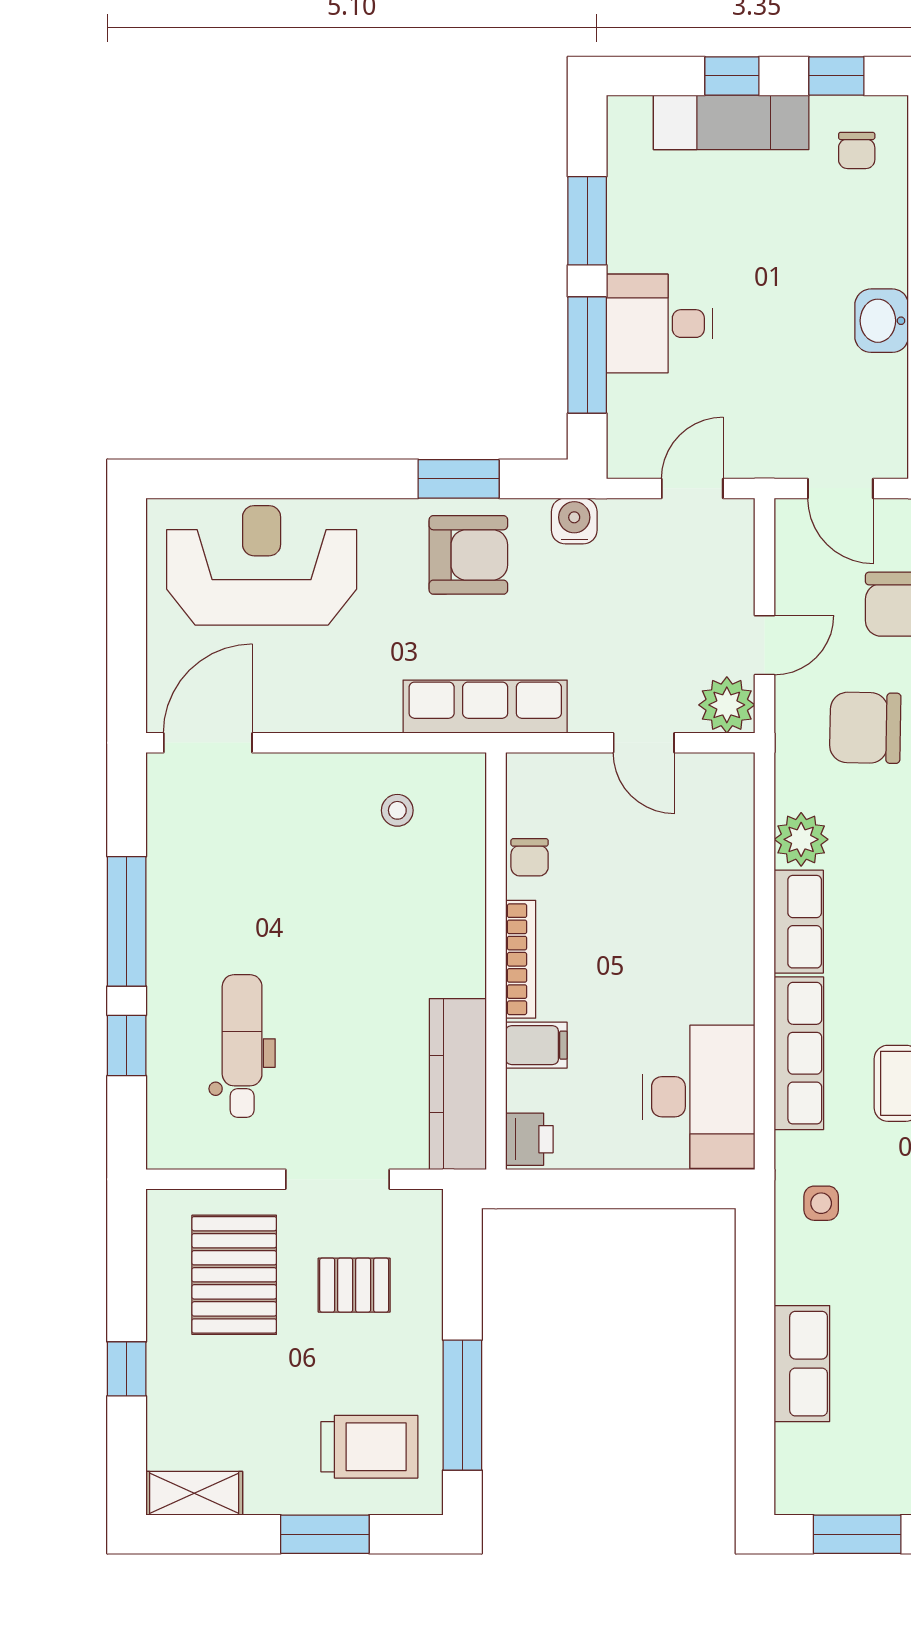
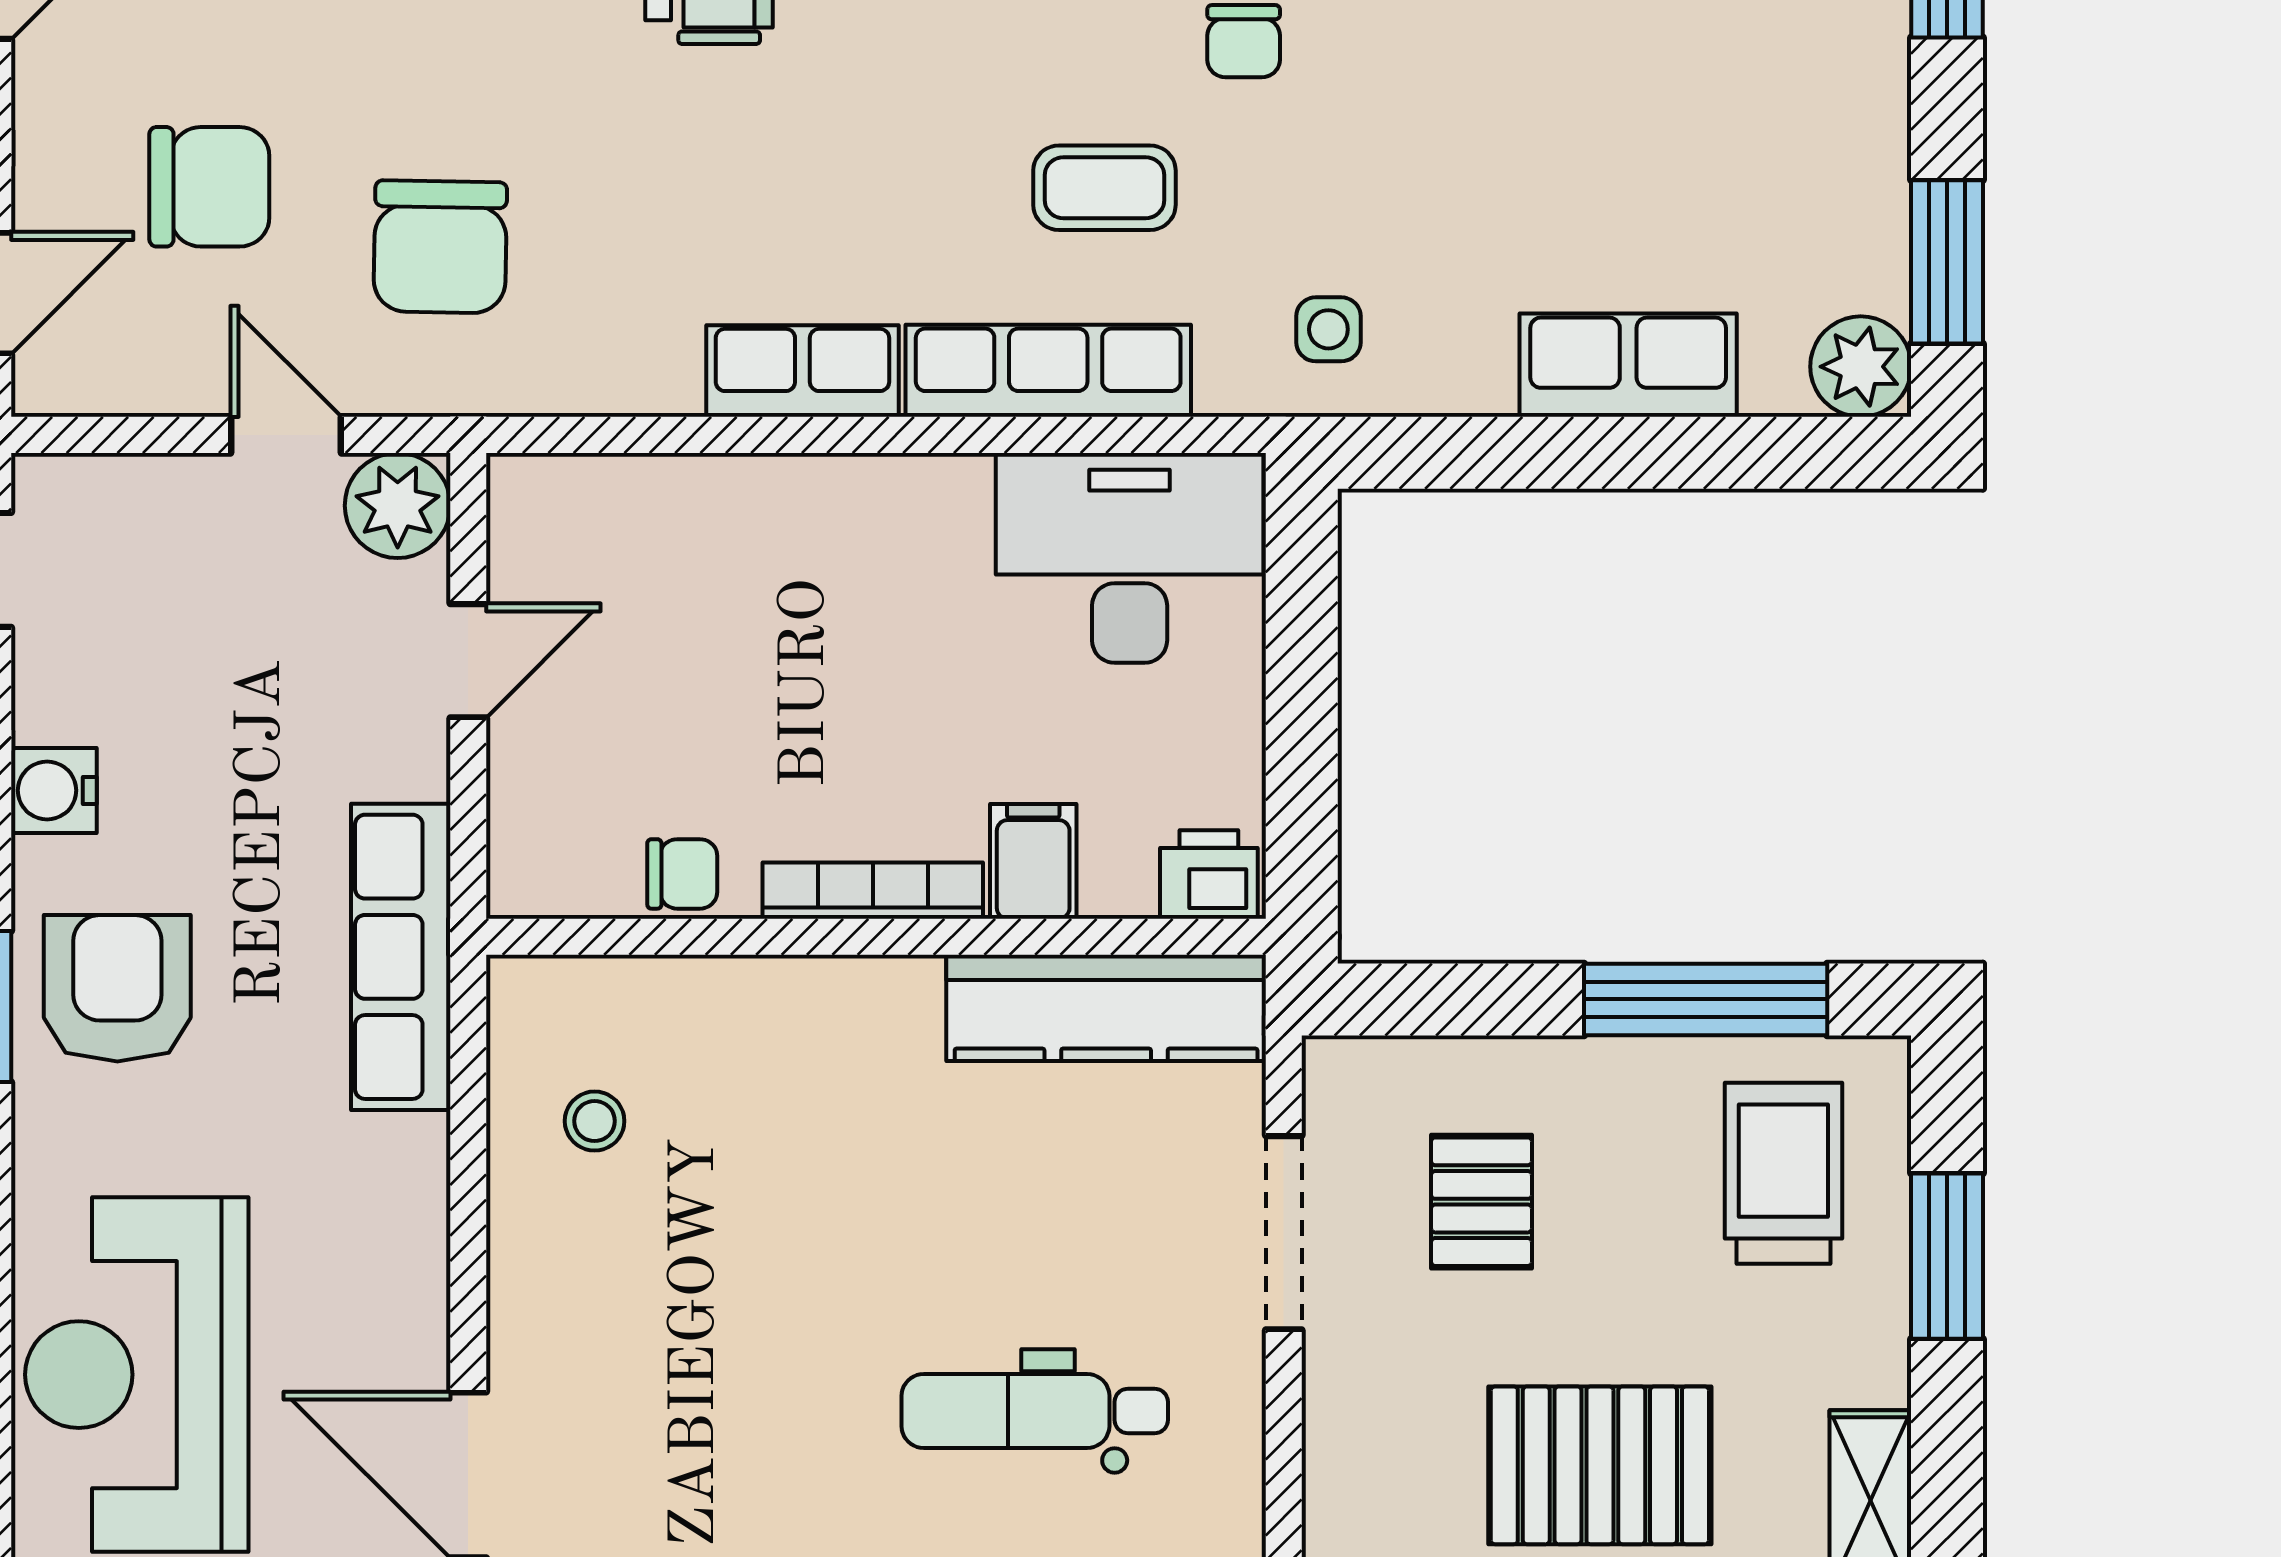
plant: (801, 839) -> (1861, 367), moved
pallet: (234, 1275) -> (1600, 1465), moved

